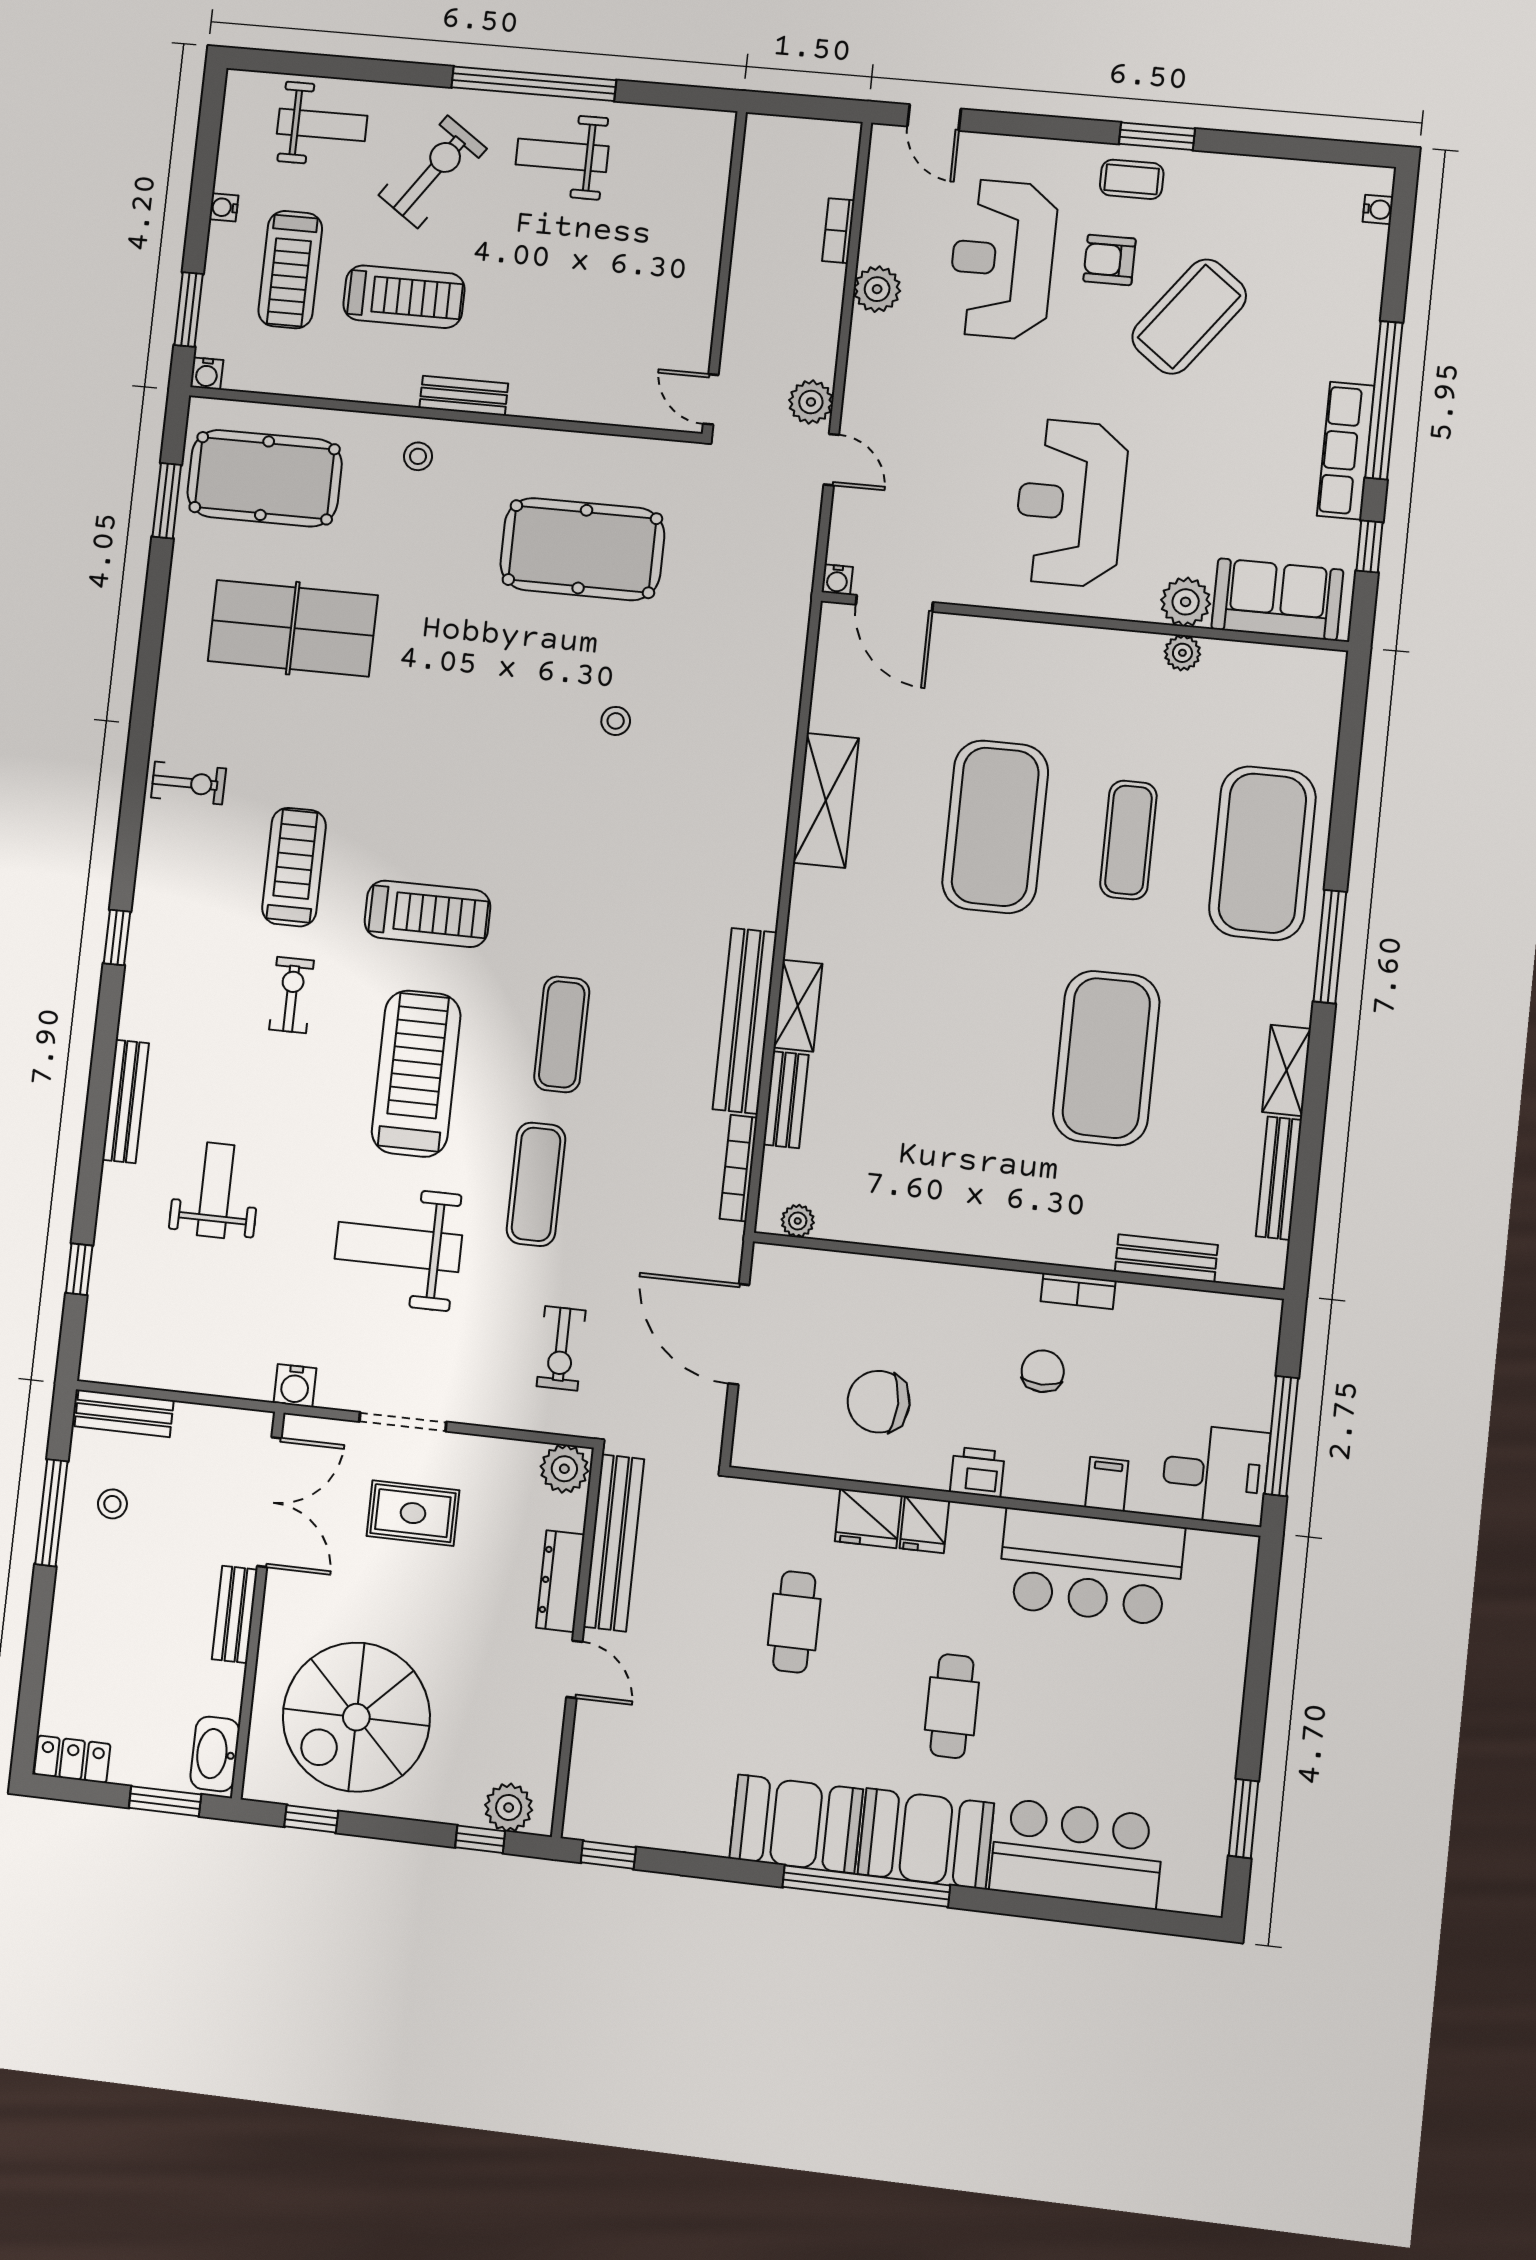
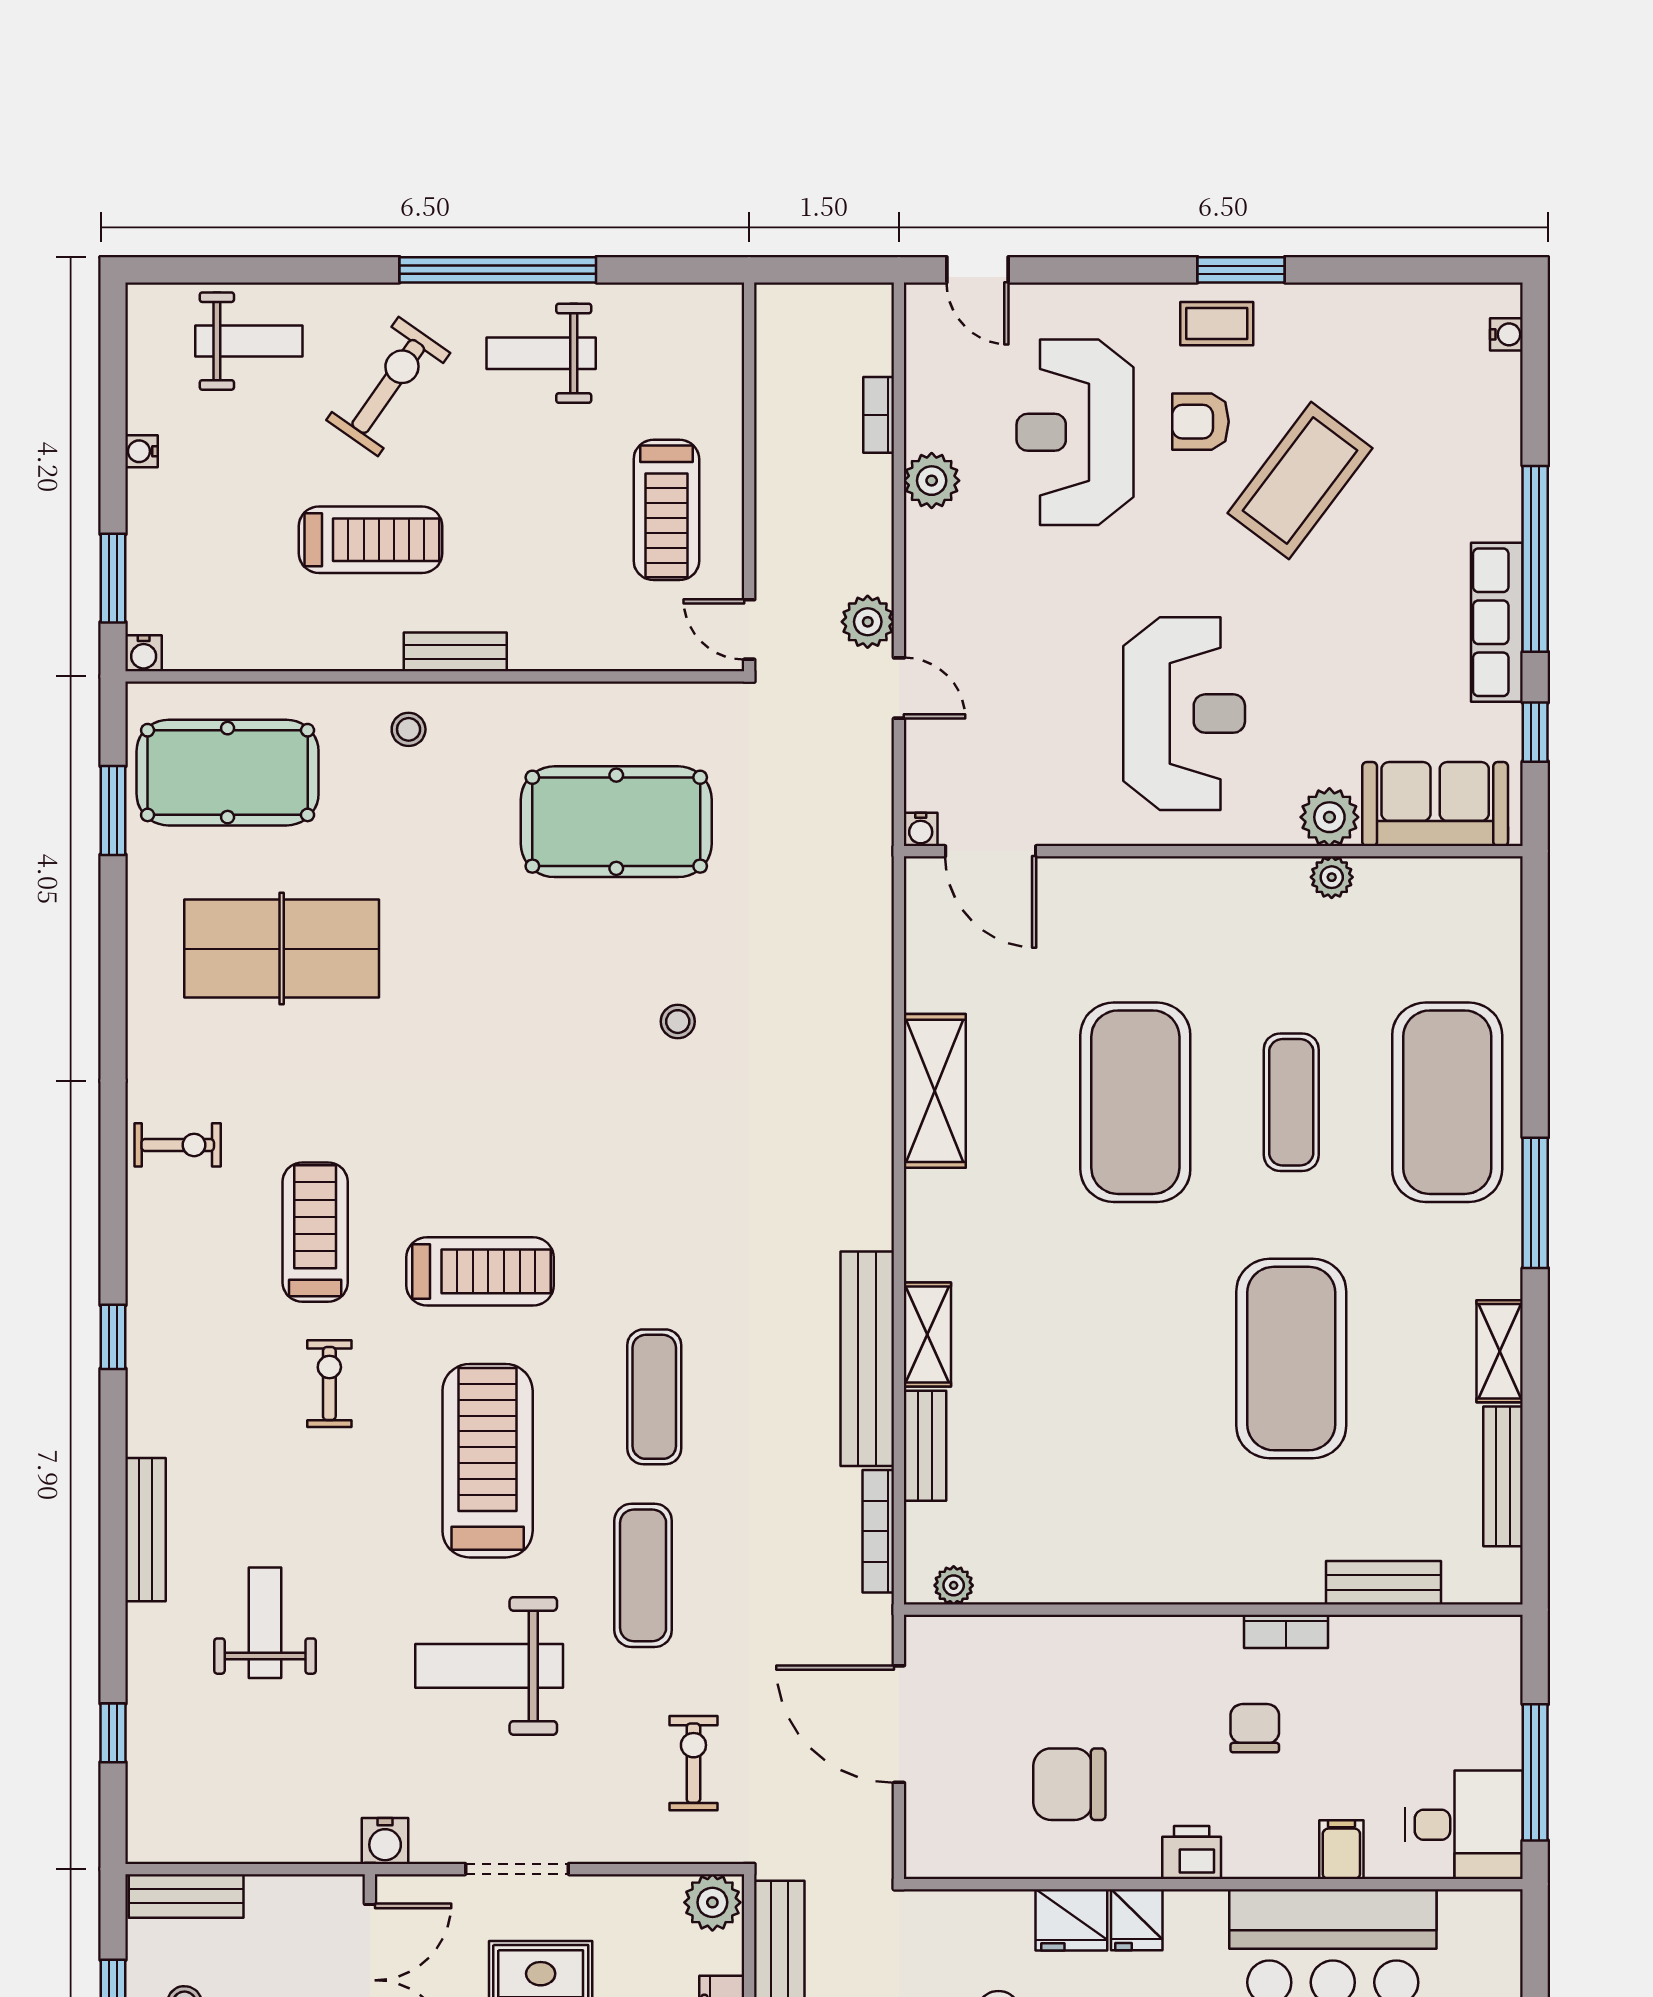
treadmill: (290, 270) -> (666, 510), moved
reception desk: (1070, 503) -> (1184, 714), turned 180
exercise bike: (561, 1348) -> (693, 1763), turned 180

